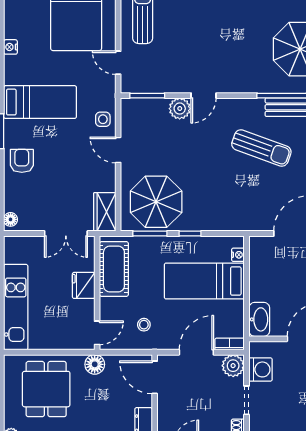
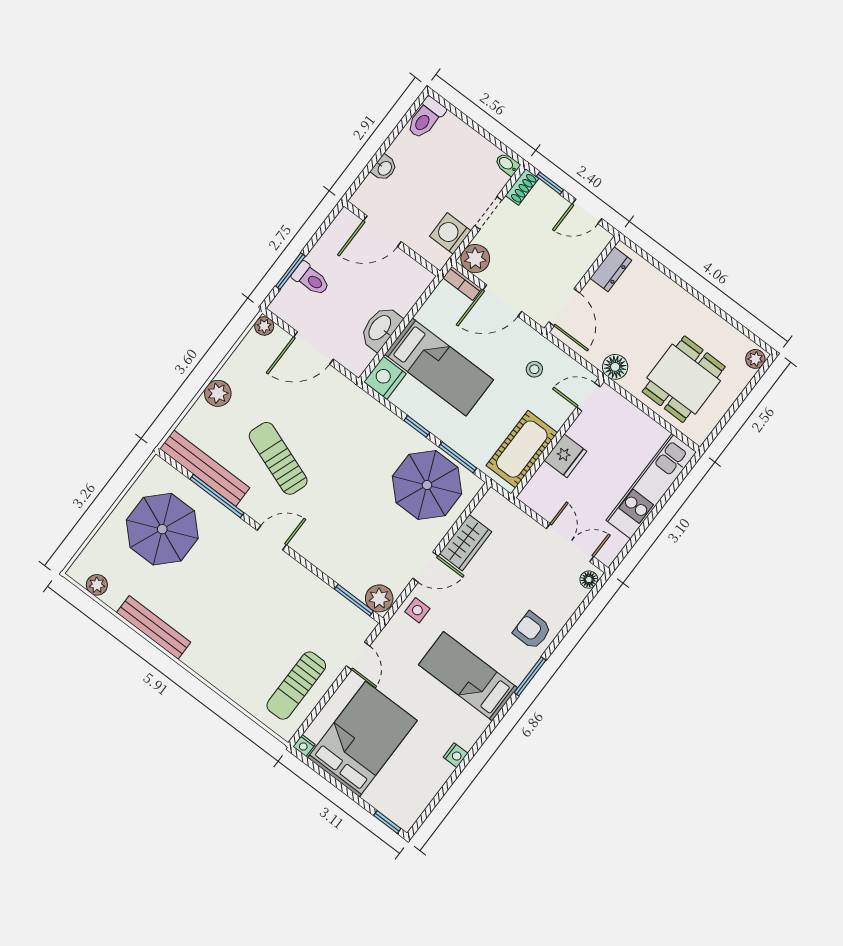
door: (204, 96) -> (272, 538), moved
plant: (180, 109) -> (379, 598), moved
door: (118, 150) -> (425, 567), hinge flipped
armchair: (22, 161) -> (532, 630), turned 90
wardrobe: (105, 212) -> (466, 543), moved
double door: (66, 233) -> (570, 543), moved
nightstand: (238, 255) -> (385, 378), width x1.89, depth x1.79
washbasin: (259, 319) -> (380, 328), moved

